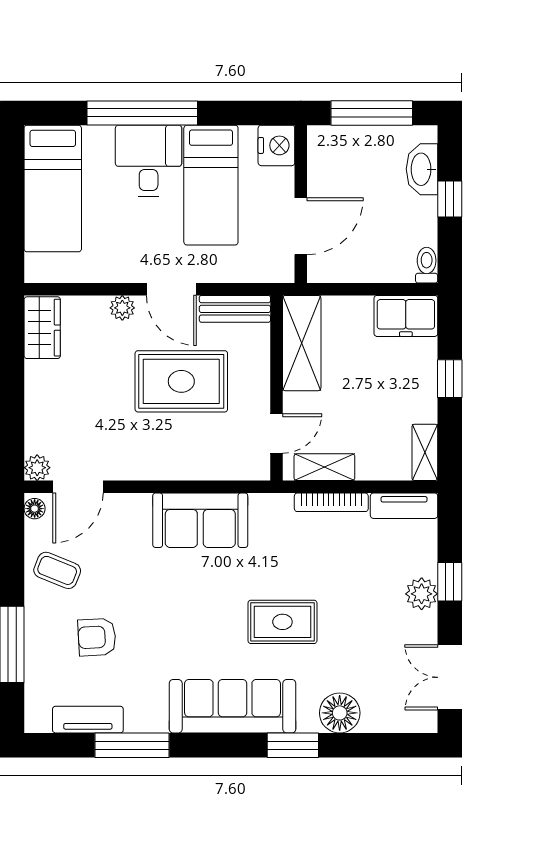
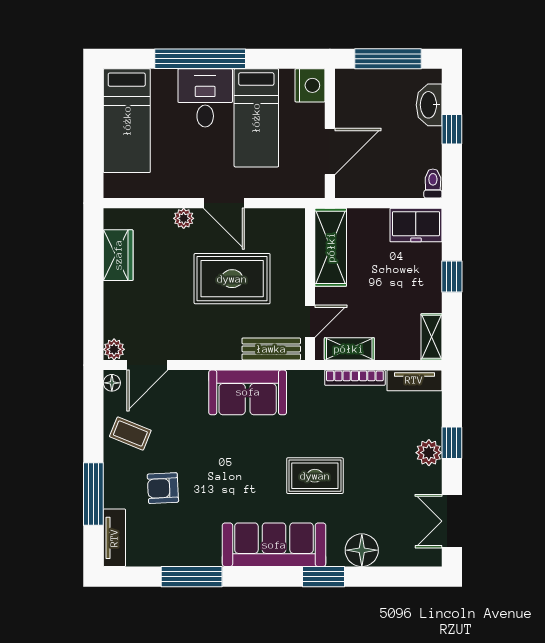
bench: (235, 309) -> (271, 349), moved
wardrobe: (42, 328) -> (118, 255), moved
tv unit: (88, 720) -> (114, 538), moved, turned 90

